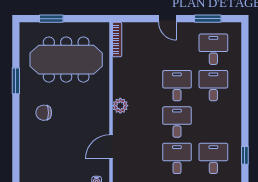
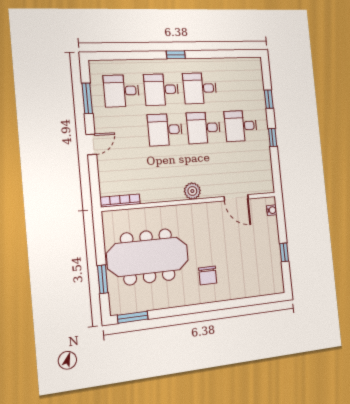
meeting table: (66, 60) -> (148, 257), turned 90
window: (16, 81) -> (133, 317), moved
window: (245, 155) -> (176, 55), moved
desk: (213, 158) -> (200, 88), moved

